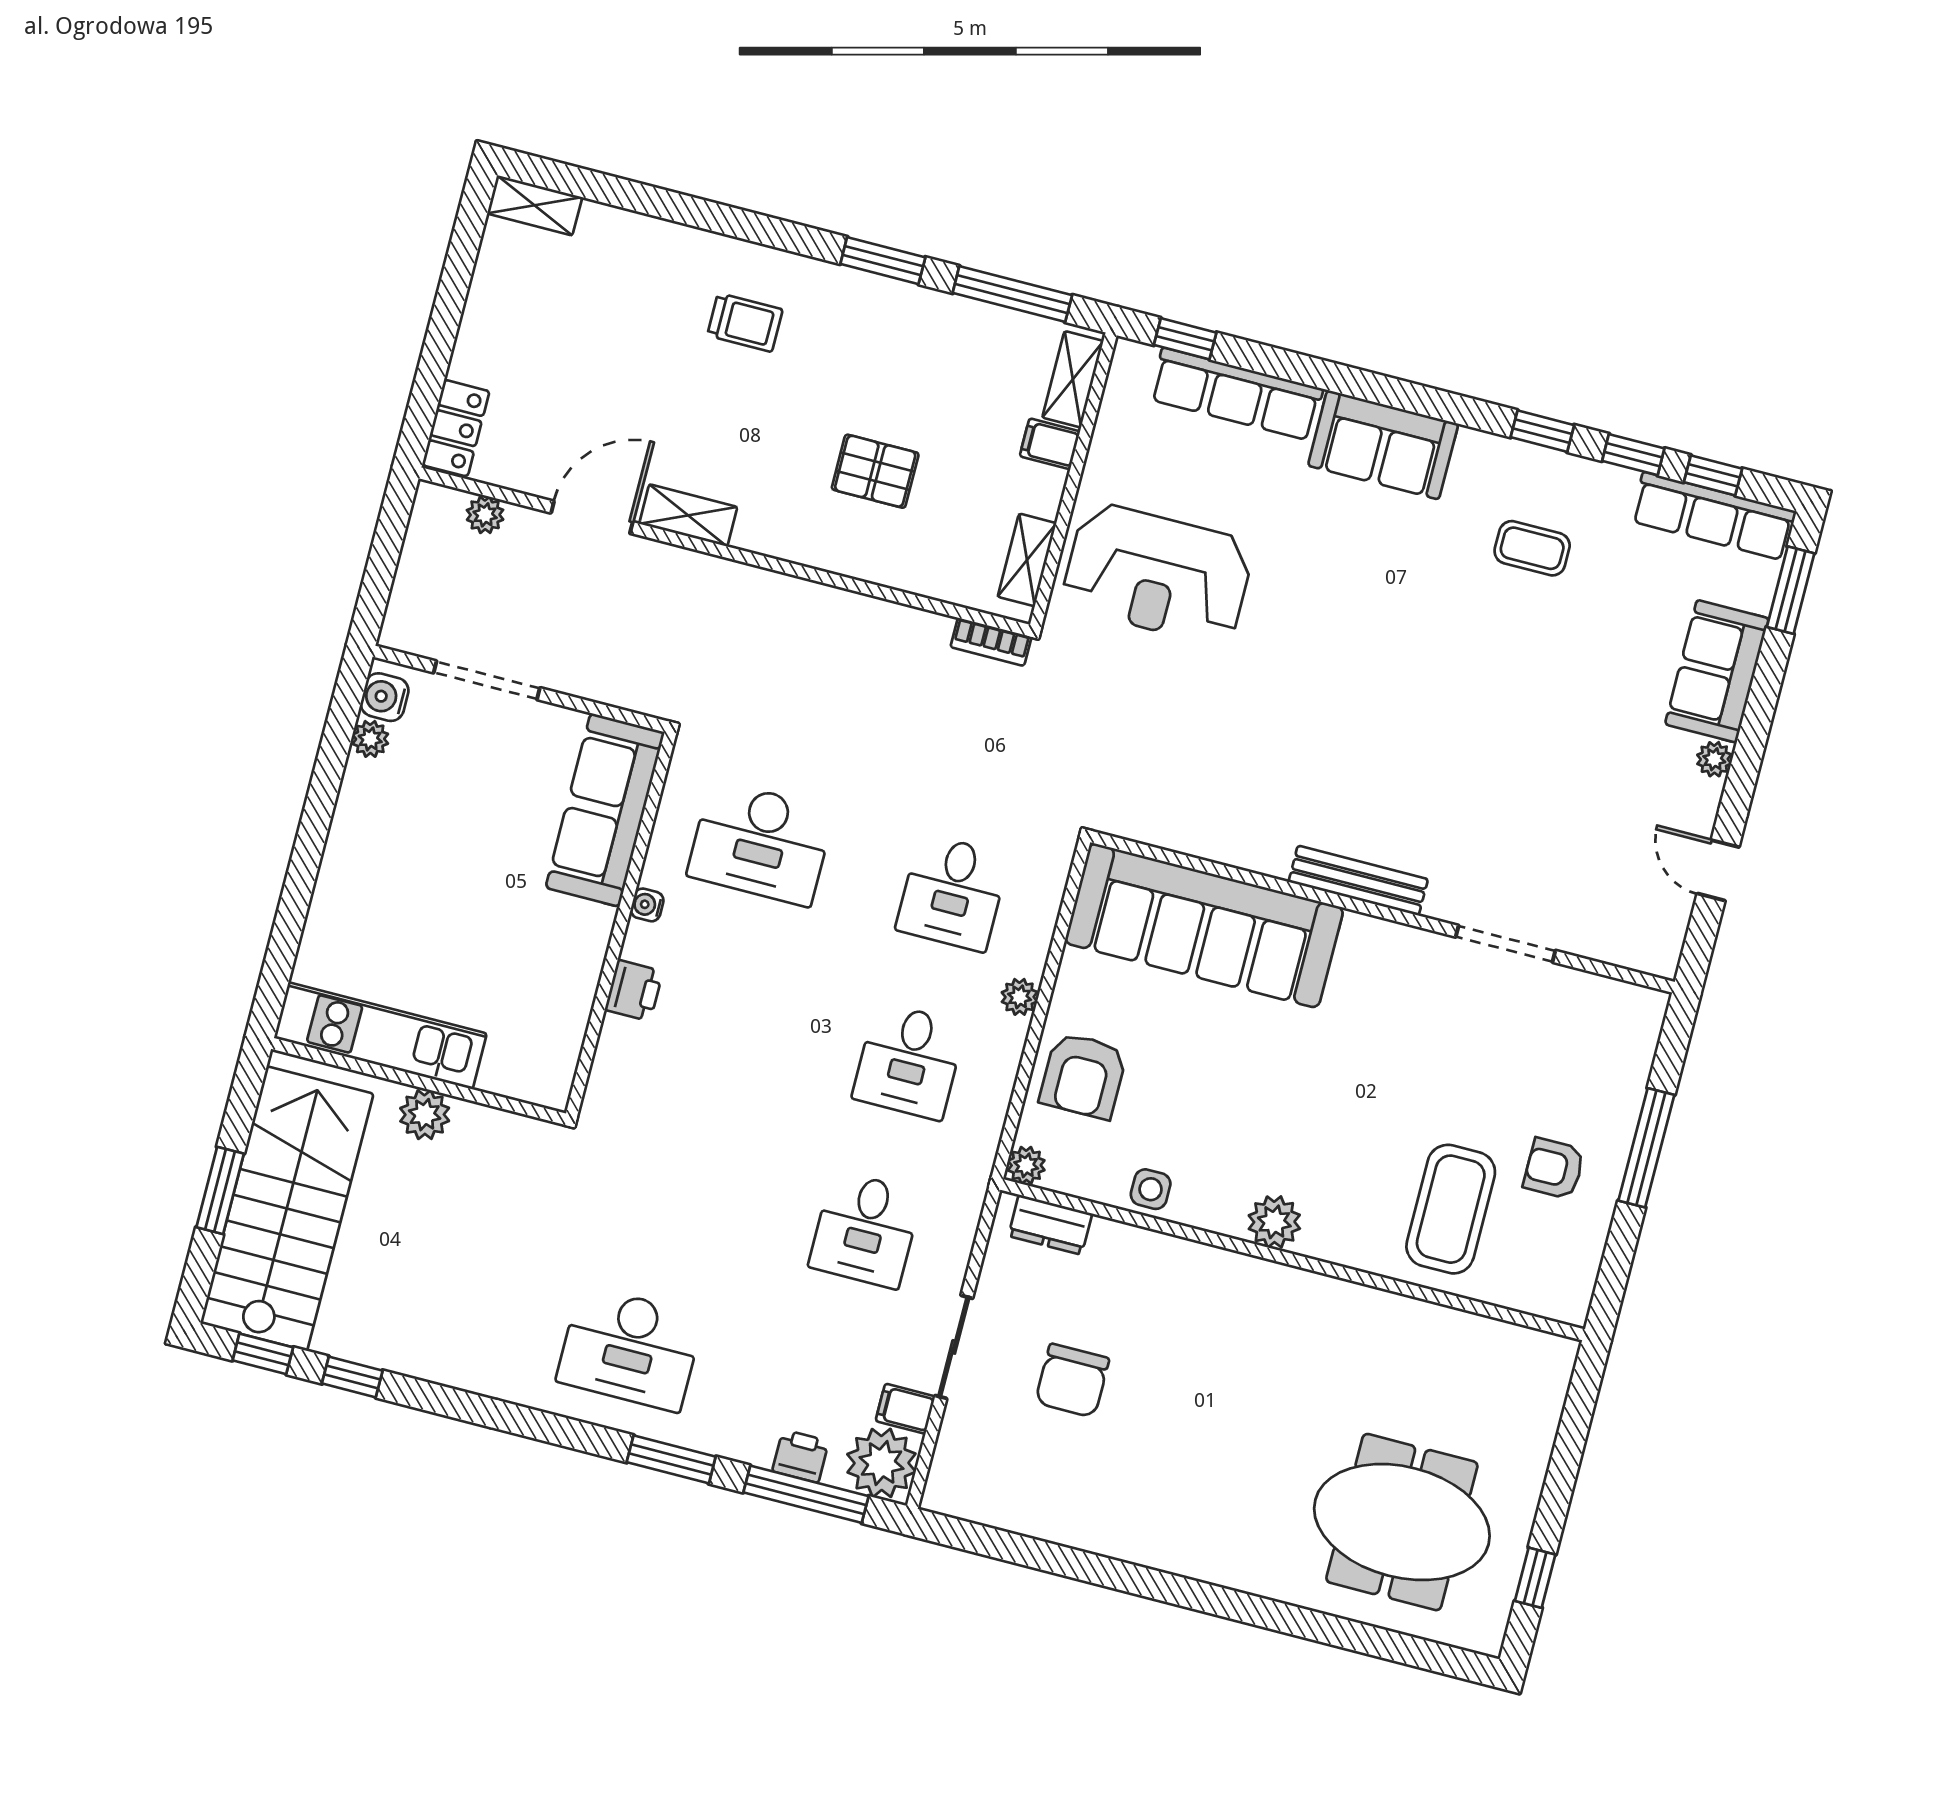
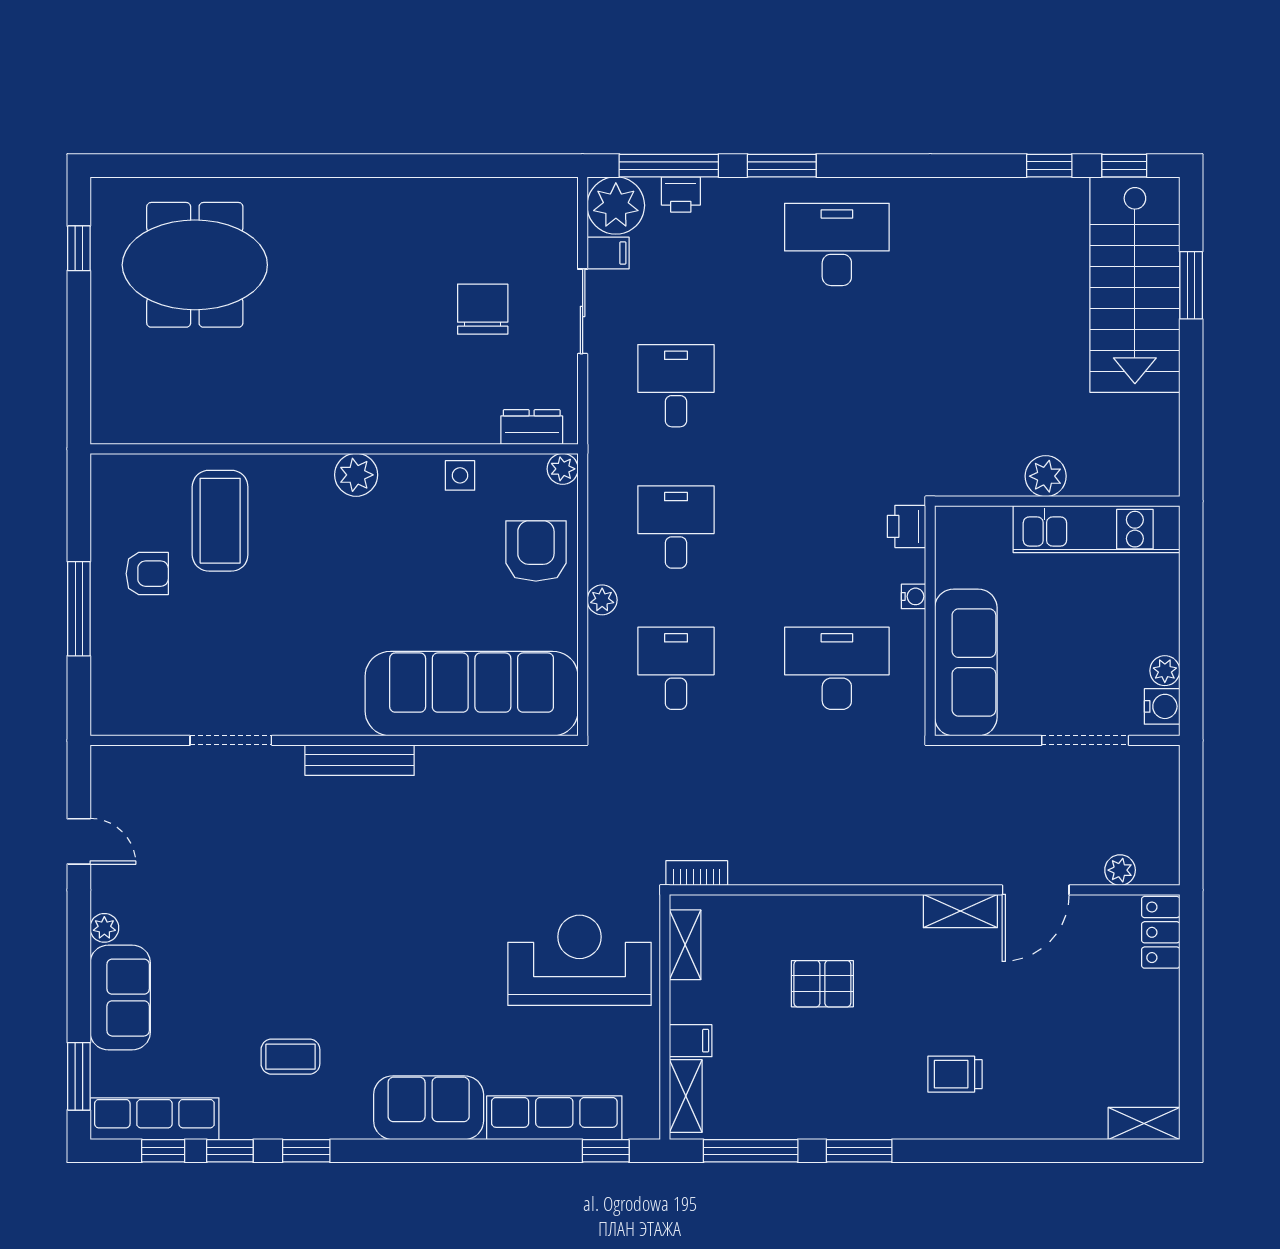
kitchen unit: (380, 1036) -> (1097, 529), moved
wall: (419, 1081) -> (1057, 501), moved
plant: (425, 1115) -> (1046, 476), moved

